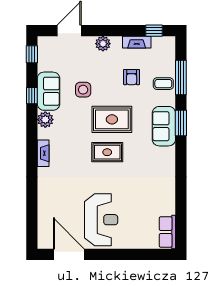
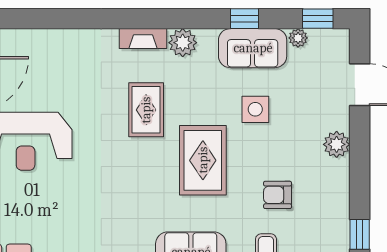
fireplace: (137, 42) -> (339, 204), removed
plant: (43, 65) -> (298, 38), added
plant: (45, 120) -> (183, 43), moved
rug: (107, 152) -> (146, 110), moved

